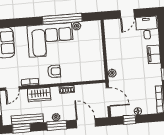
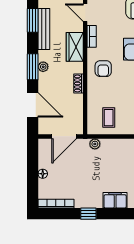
coffee table: (91, 64) -> (109, 118), added
window: (130, 120) -> (33, 162), removed
door: (86, 123) -> (33, 105), hinge flipped

